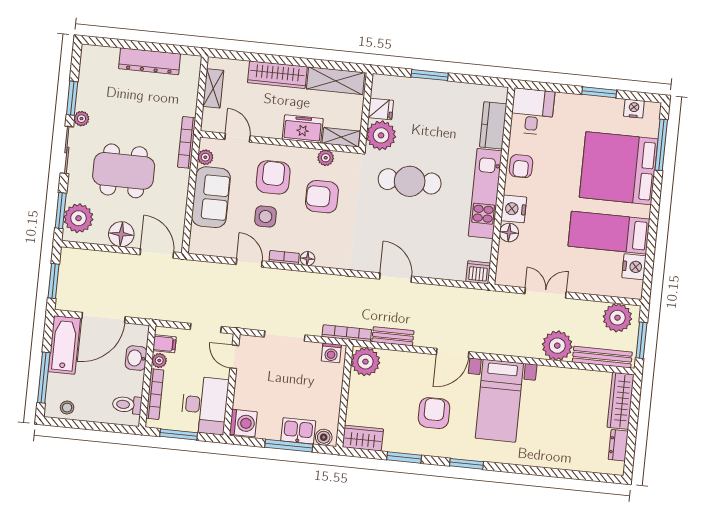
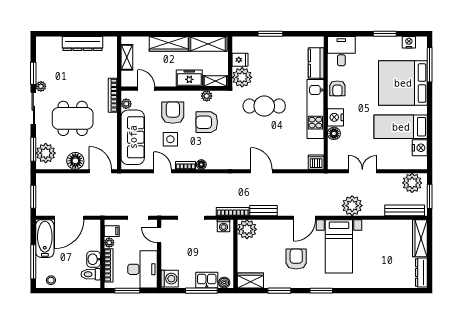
sofa: (211, 197) -> (133, 137), width x1.36
plant: (557, 346) -> (352, 206), moved
washbasin: (136, 358) -> (94, 259), moved
dresser: (618, 445) -> (421, 272), width x1.44

